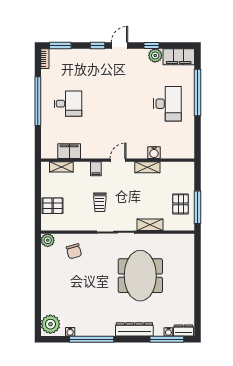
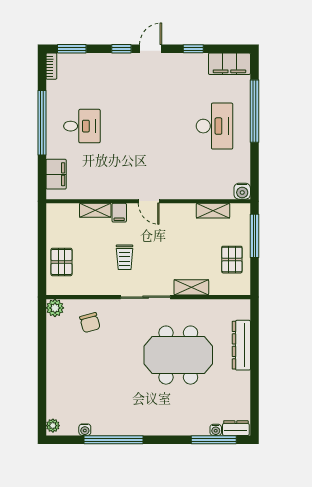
plant: (155, 55) -> (198, 62), removed
filing cabinet: (69, 151) -> (56, 174), moved, turned 90
water cooler: (154, 153) -> (242, 191), moved
door: (118, 160) -> (149, 201), swing flipped
shelving: (61, 167) -> (95, 210), moved
shelving: (147, 167) -> (213, 211), moved
pallet: (53, 206) -> (62, 262), turned 90
window: (197, 207) -> (254, 236), moved
meeting table: (140, 276) -> (178, 355), turned 90
plant: (50, 324) -> (53, 426), width x0.53, depth x0.53
dresser: (134, 329) -> (241, 345), moved, turned -90

